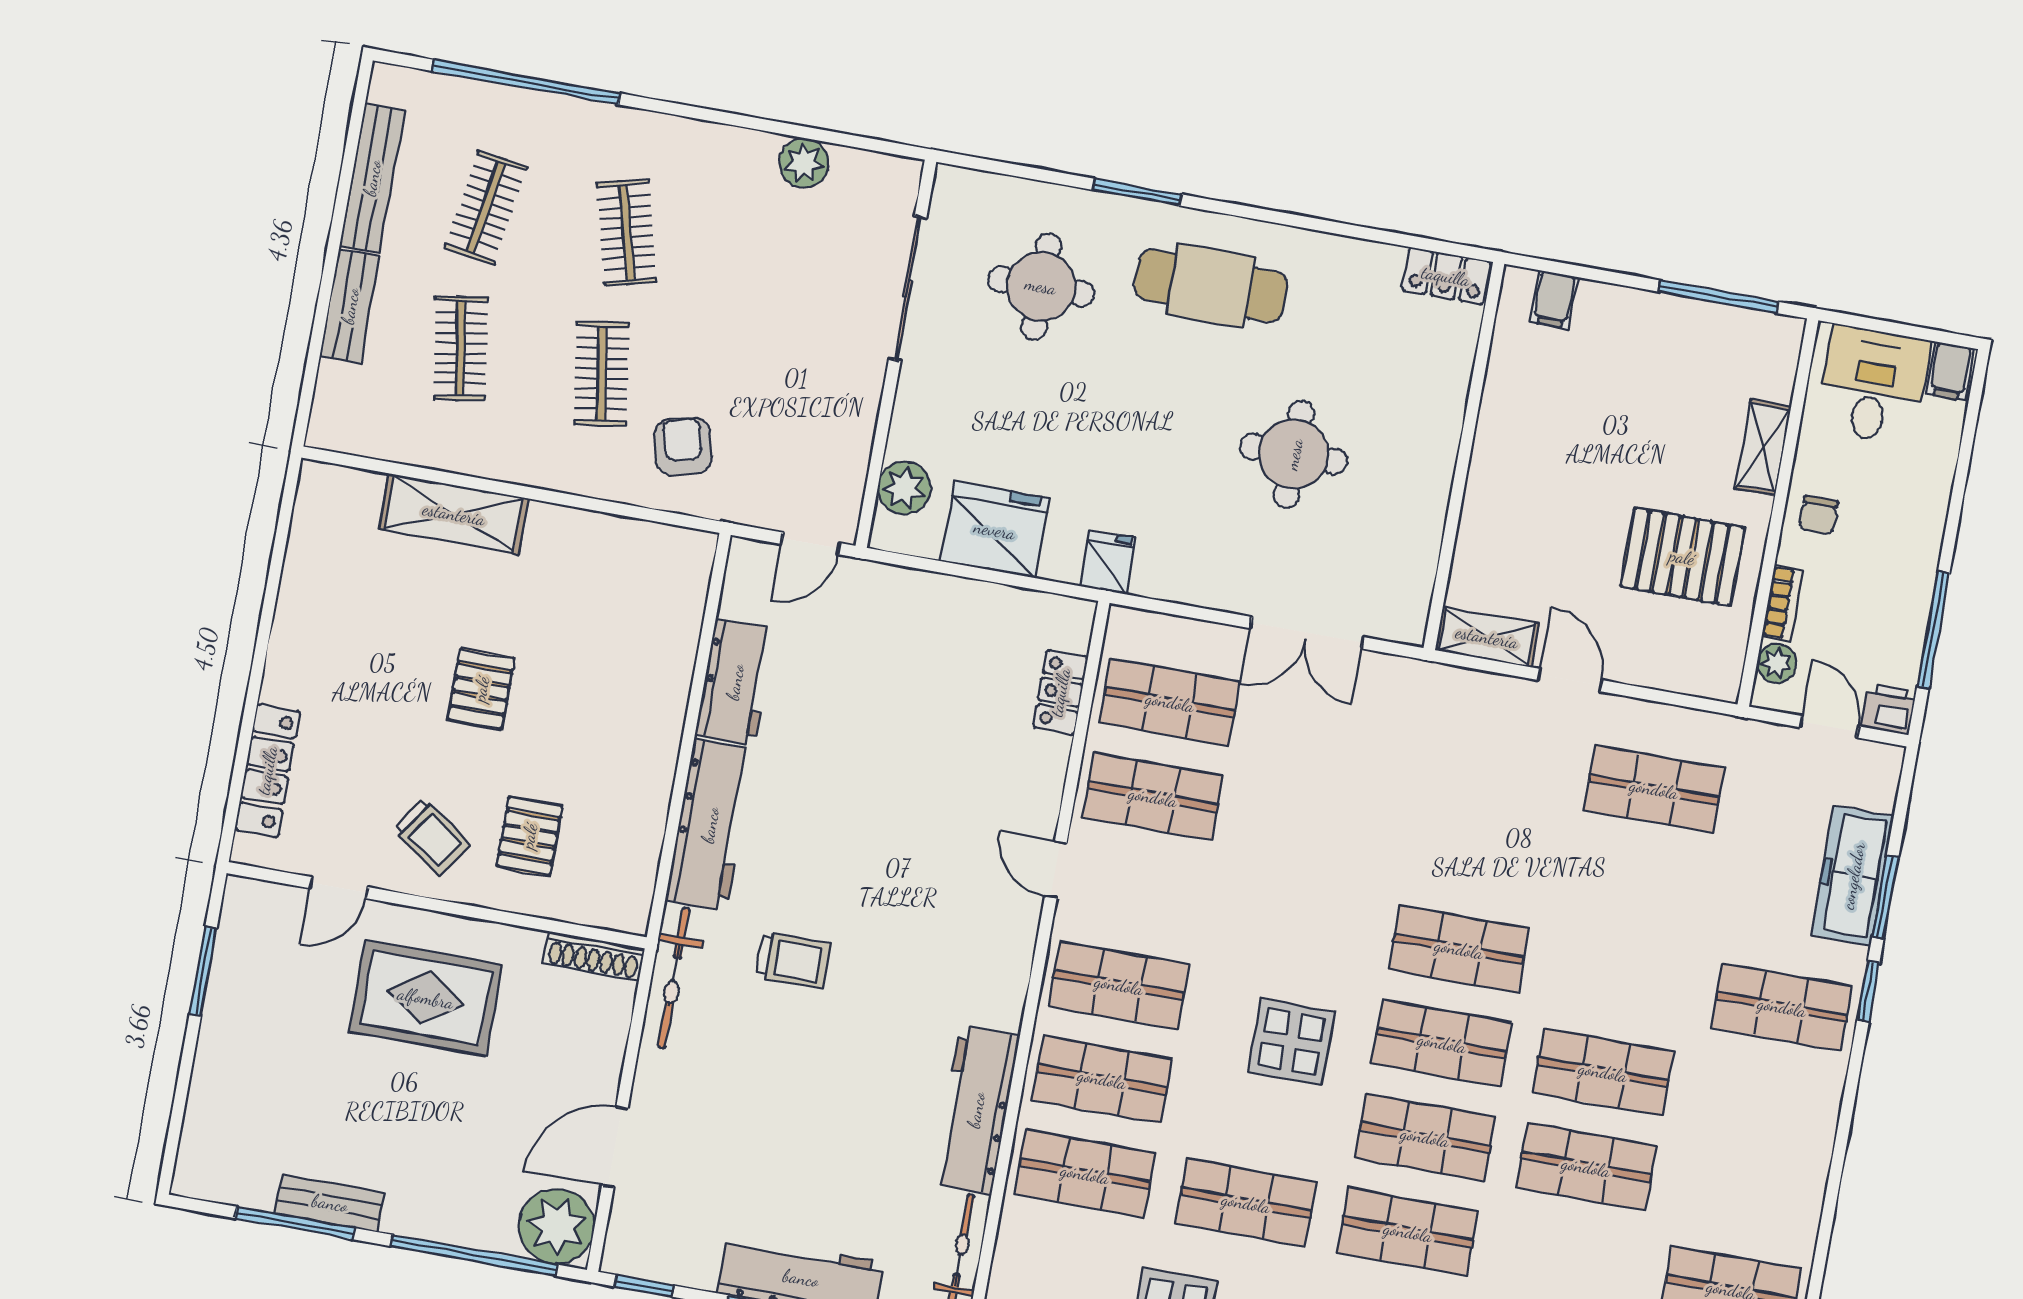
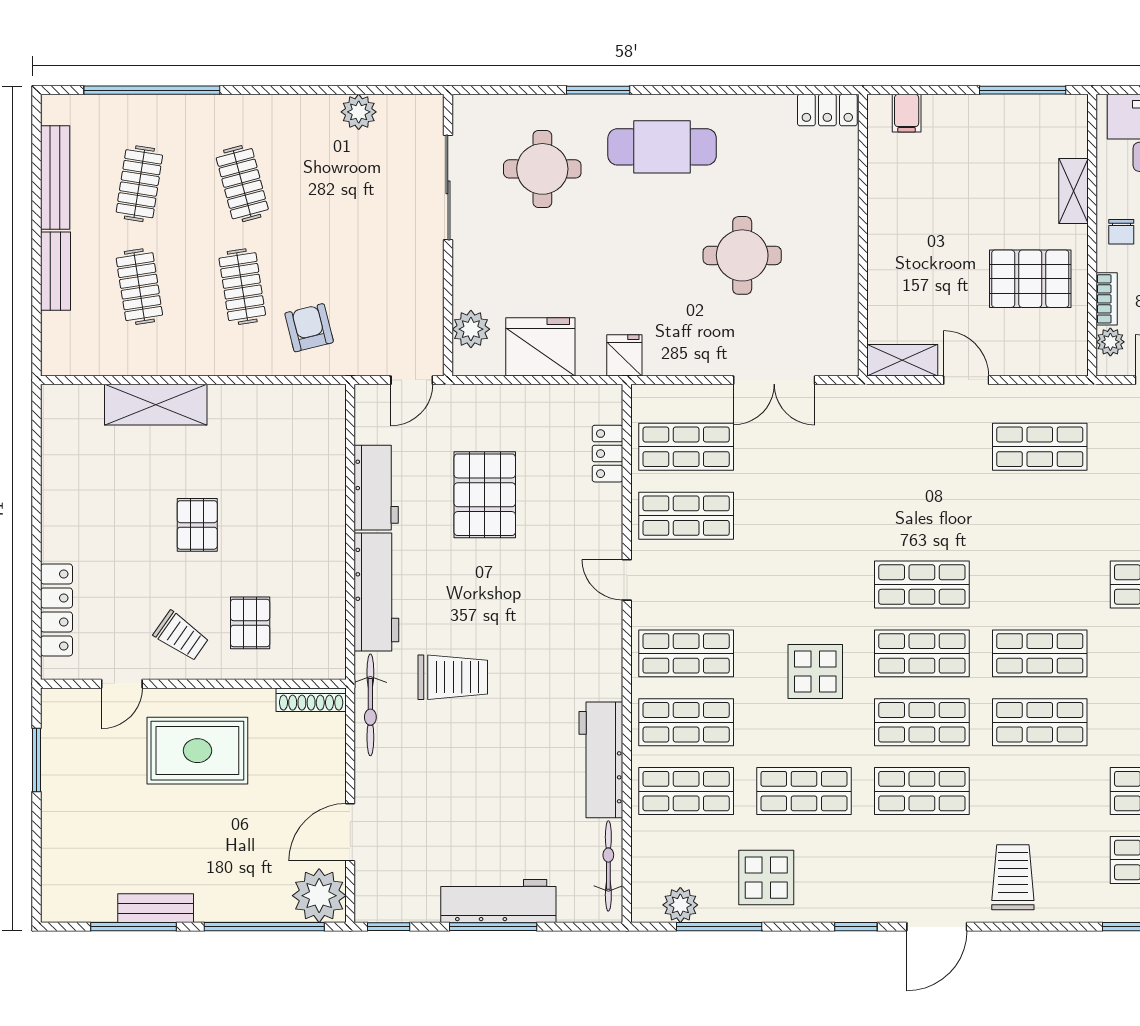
pallet: (882, 718) -> (485, 495), added
trolley: (793, 960) -> (453, 677), width x1.36, depth x1.39

